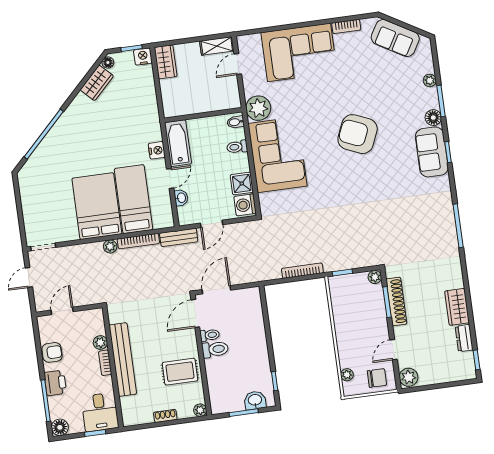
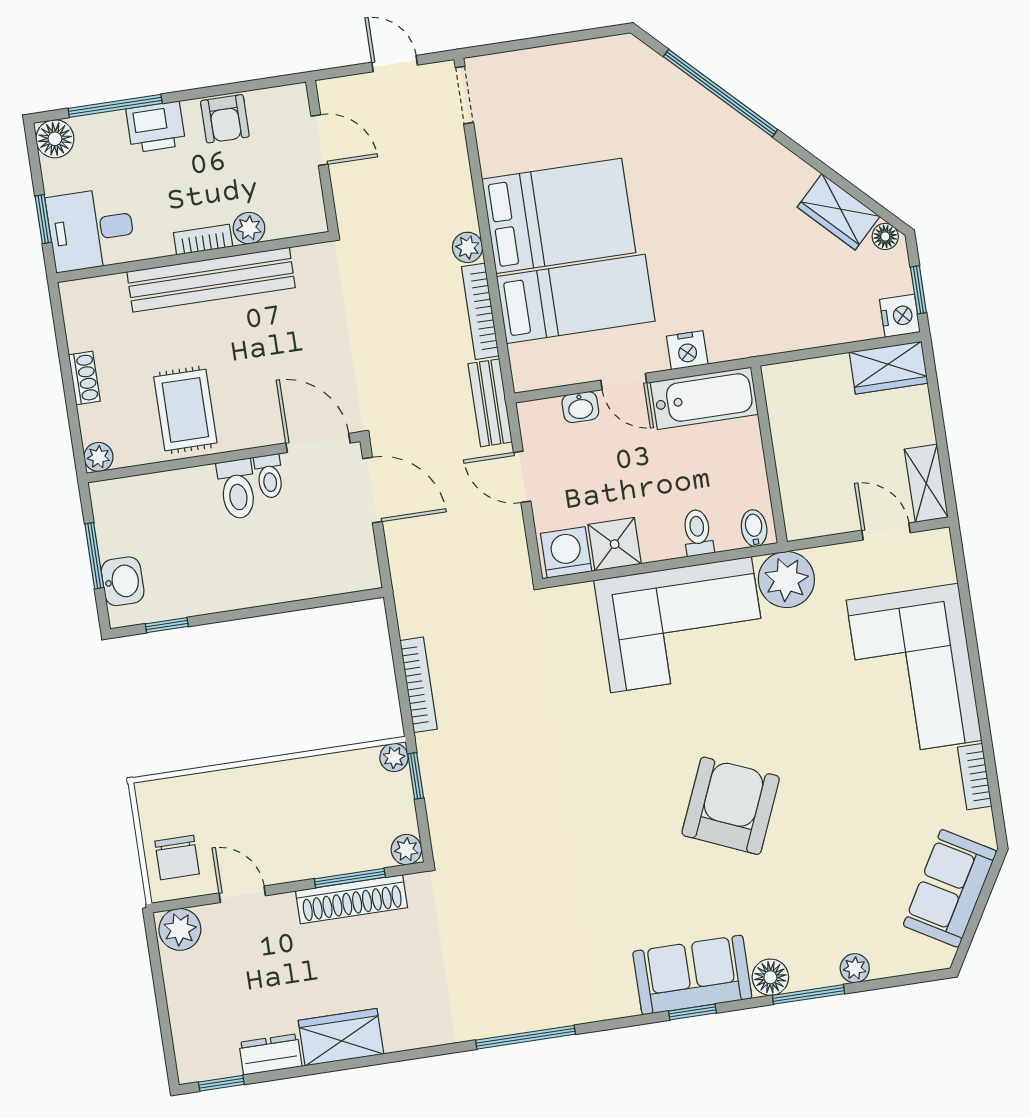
plant: (347, 375) -> (394, 757), moved

